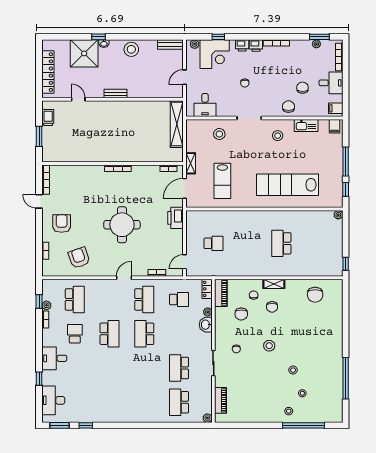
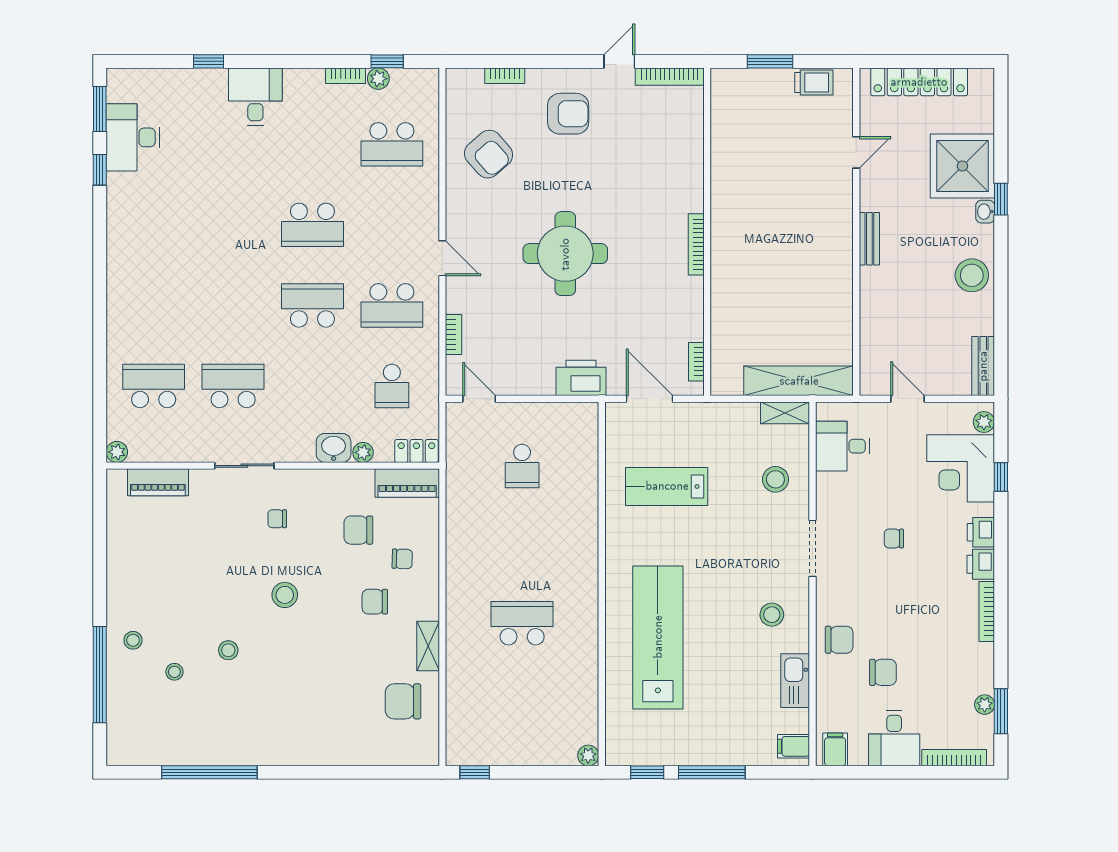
shelving: (191, 163) -> (785, 413), moved
armchair: (79, 258) -> (489, 154), turned 68
shelving: (274, 284) -> (428, 646), moved
school desk: (75, 334) -> (312, 144), removed
desk: (53, 400) -> (133, 137), moved, turned -90

